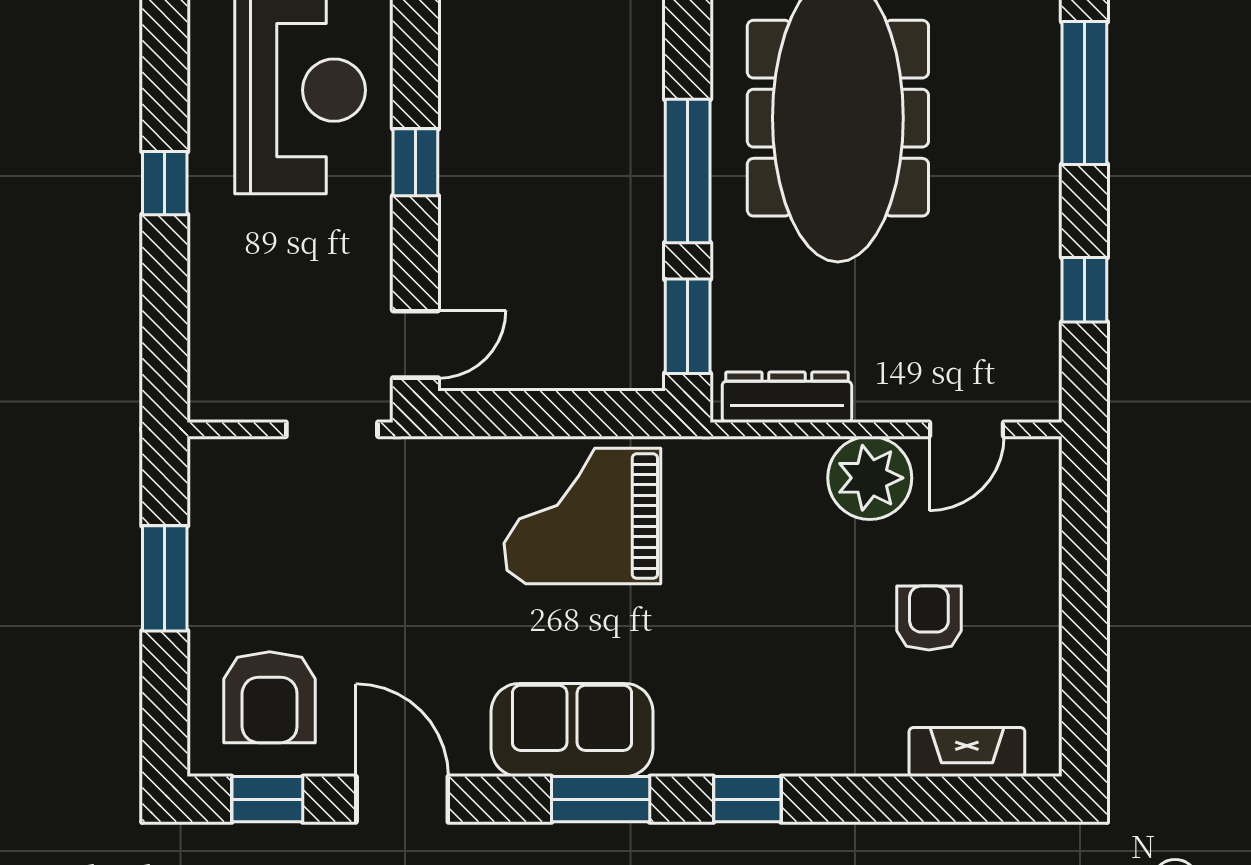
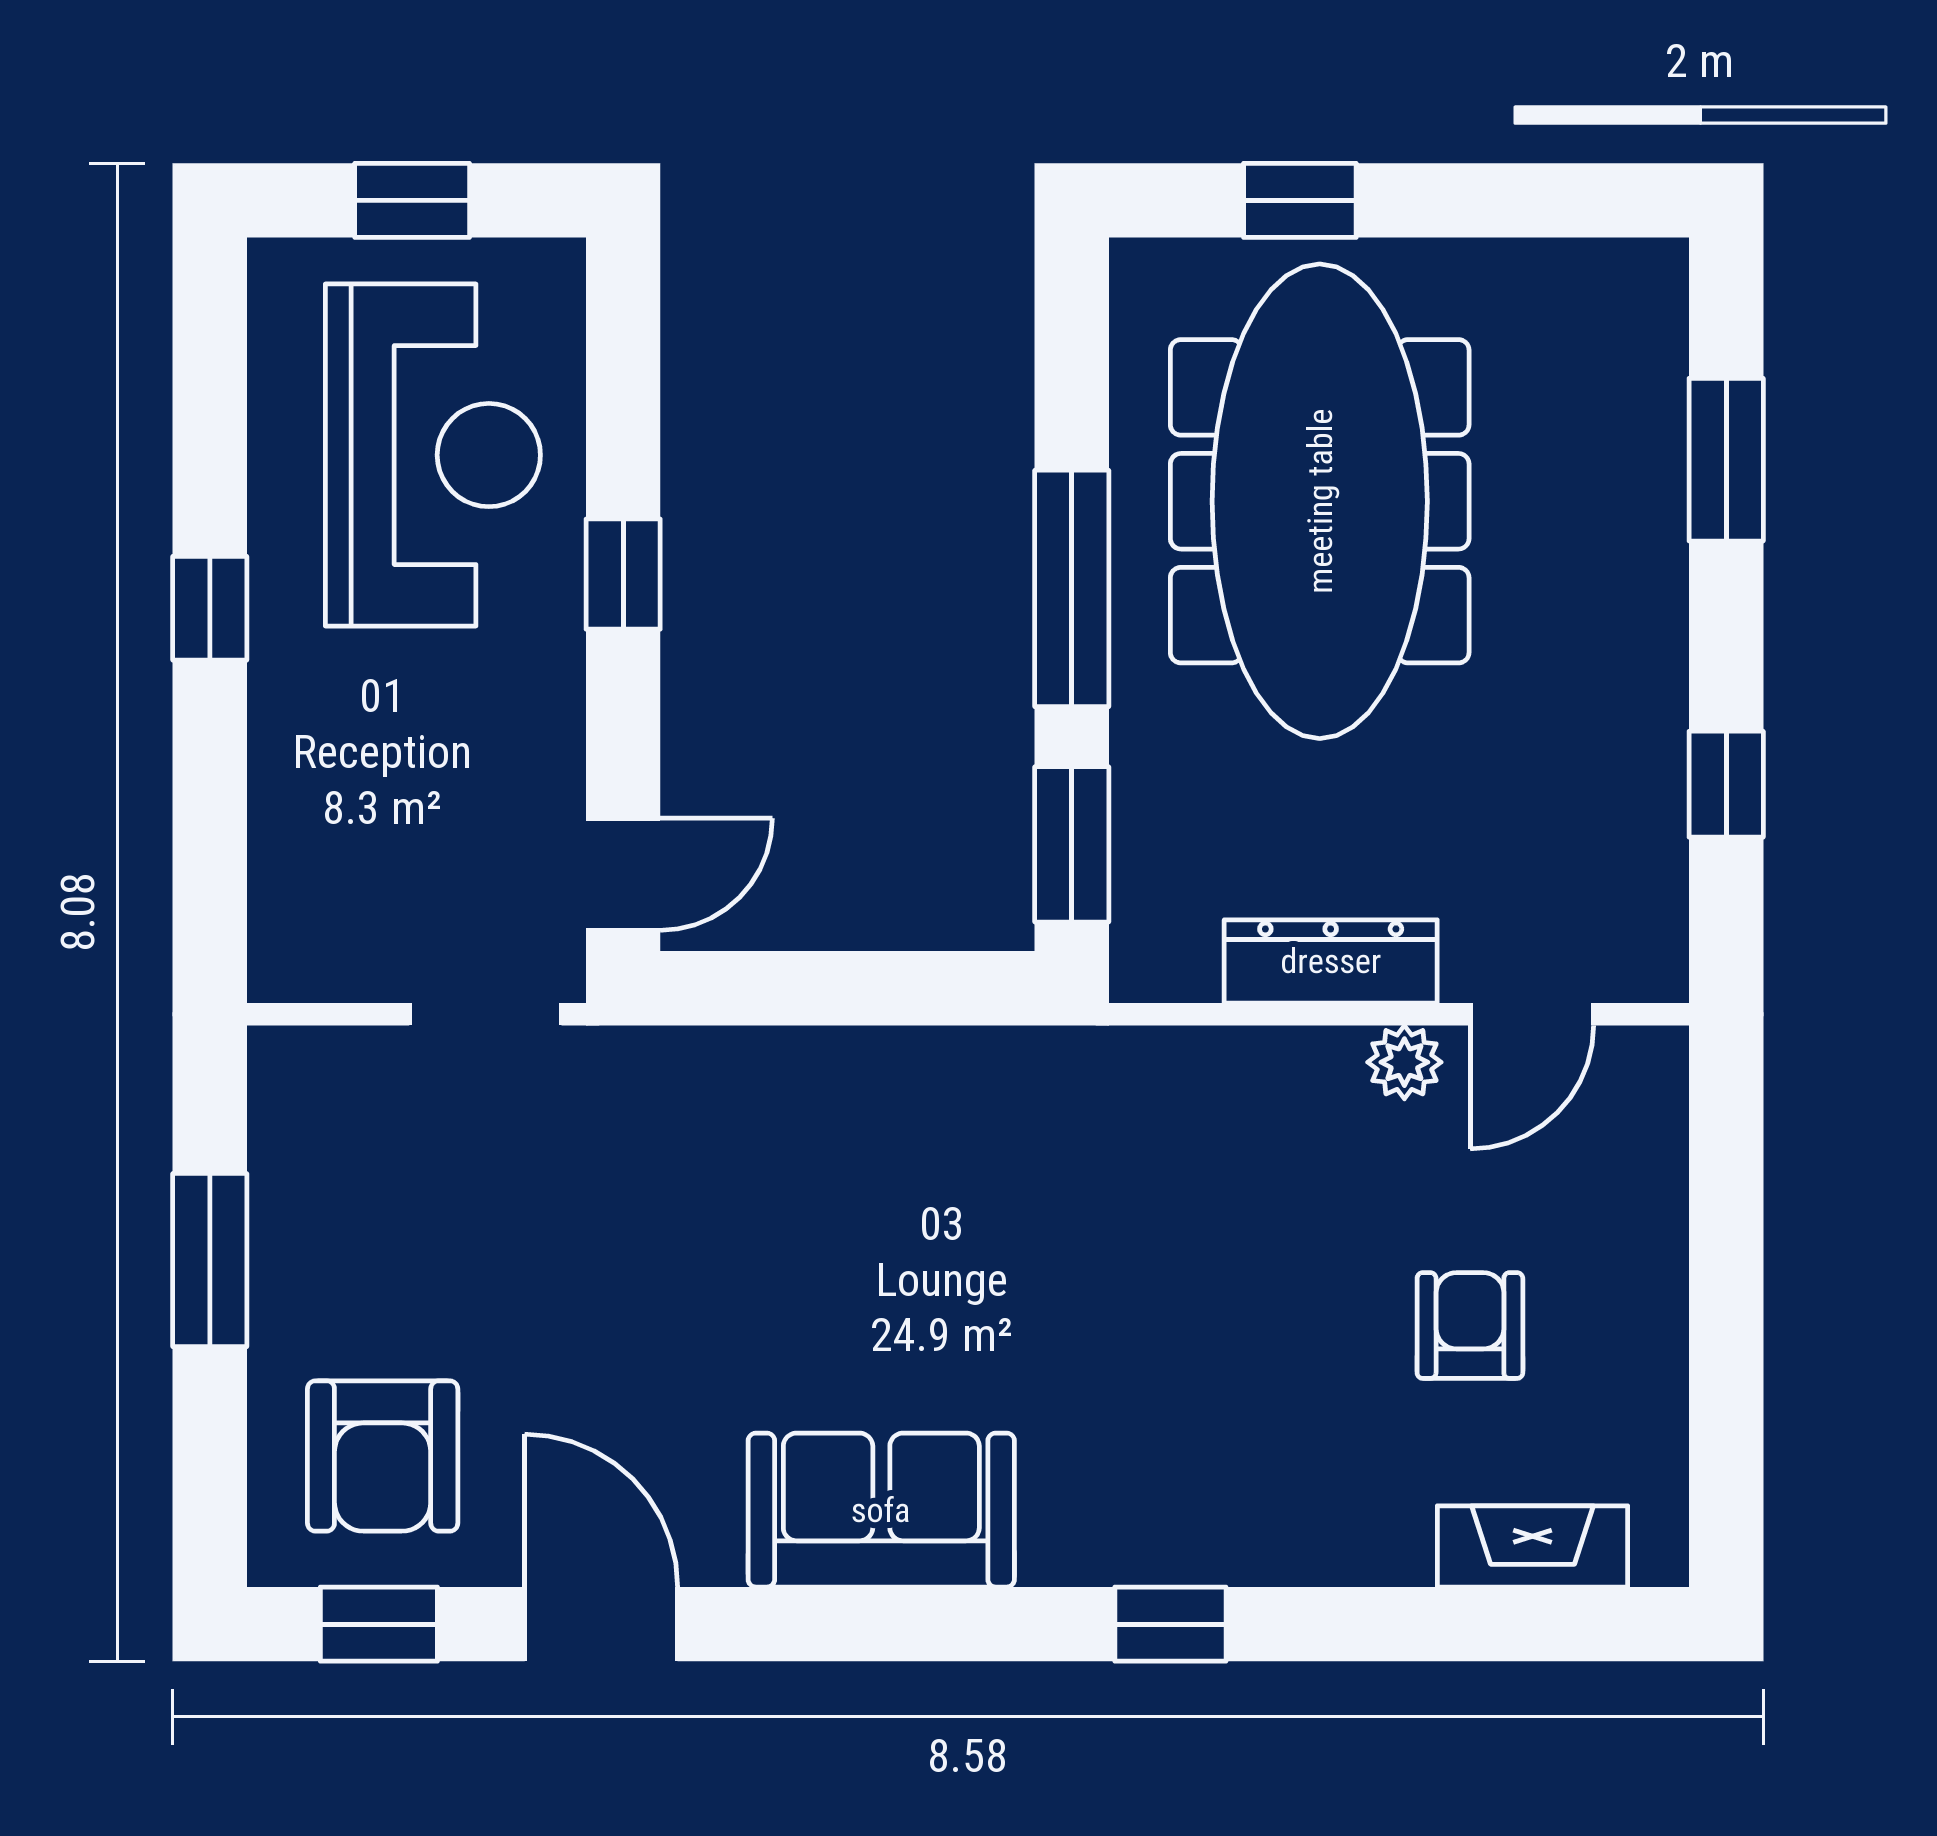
window: (1084, 93) -> (1726, 460), width x0.69
dresser: (787, 397) -> (1331, 961), moved
plant: (870, 478) -> (1404, 1062), width x0.53, depth x0.53
grand piano: (582, 516) -> (898, 1157), removed
window: (601, 799) -> (928, 1624), removed

